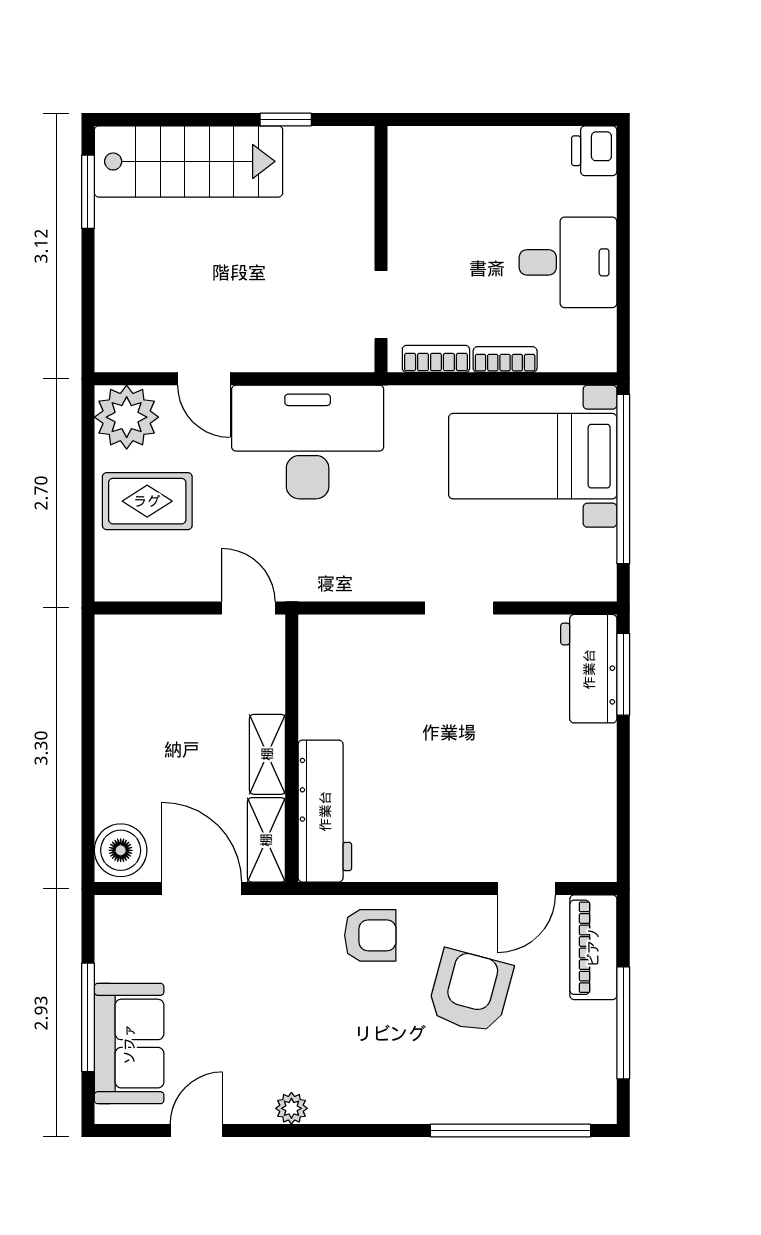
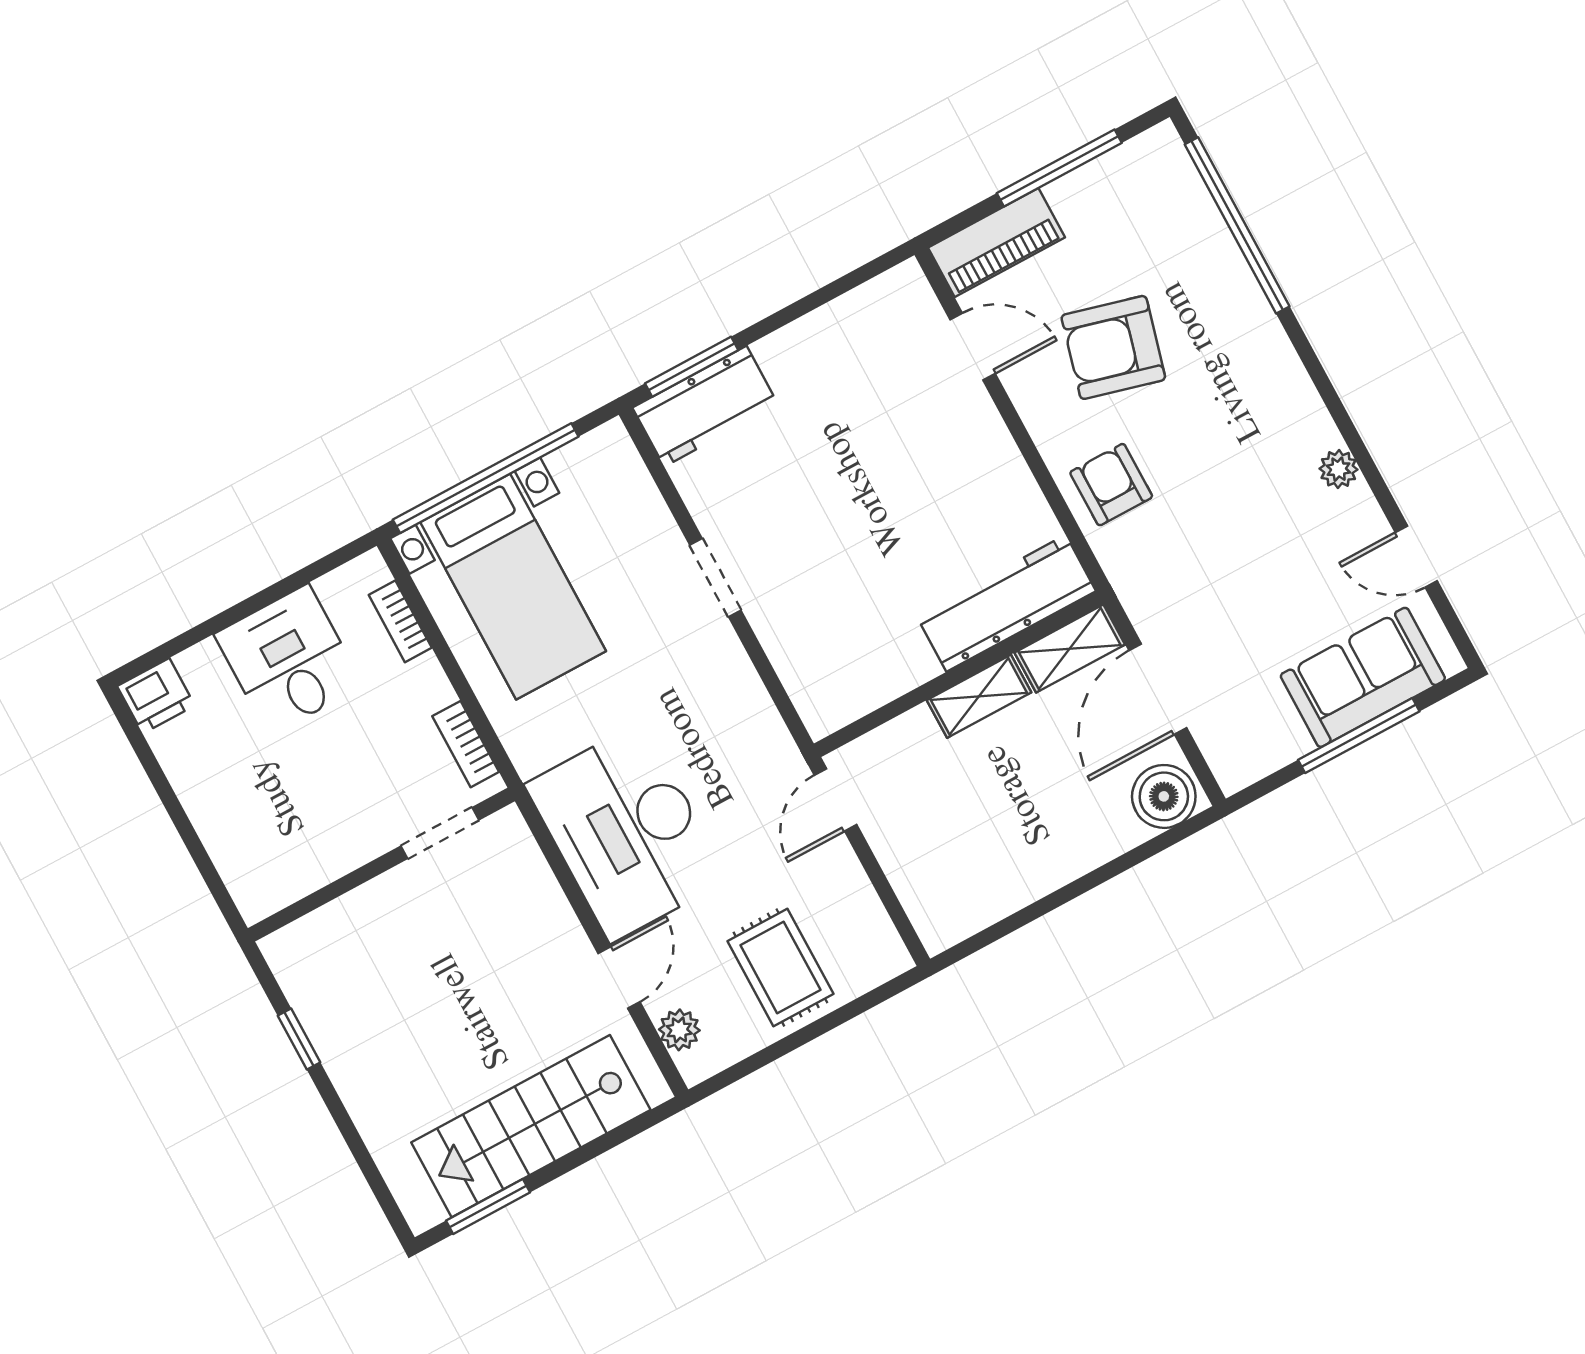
stairs: (189, 161) -> (531, 1126), moved, turned -90
bookcase: (505, 360) -> (400, 621), moved
plant: (127, 417) -> (679, 1030), width x0.53, depth x0.53

